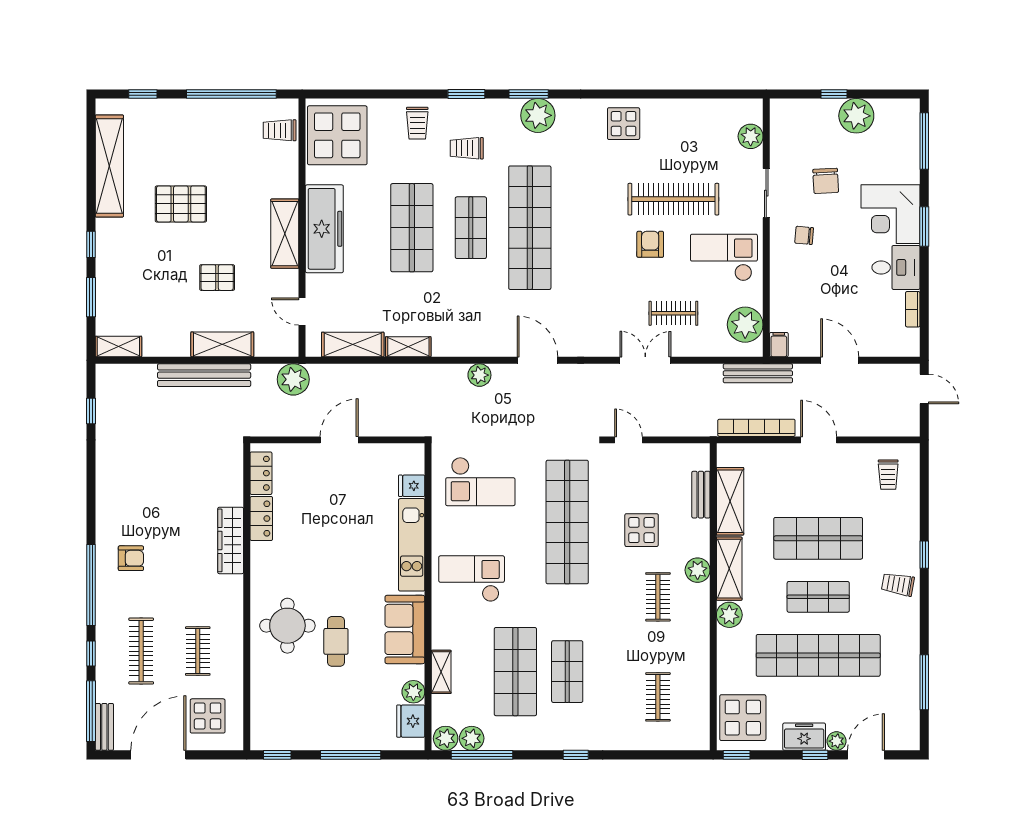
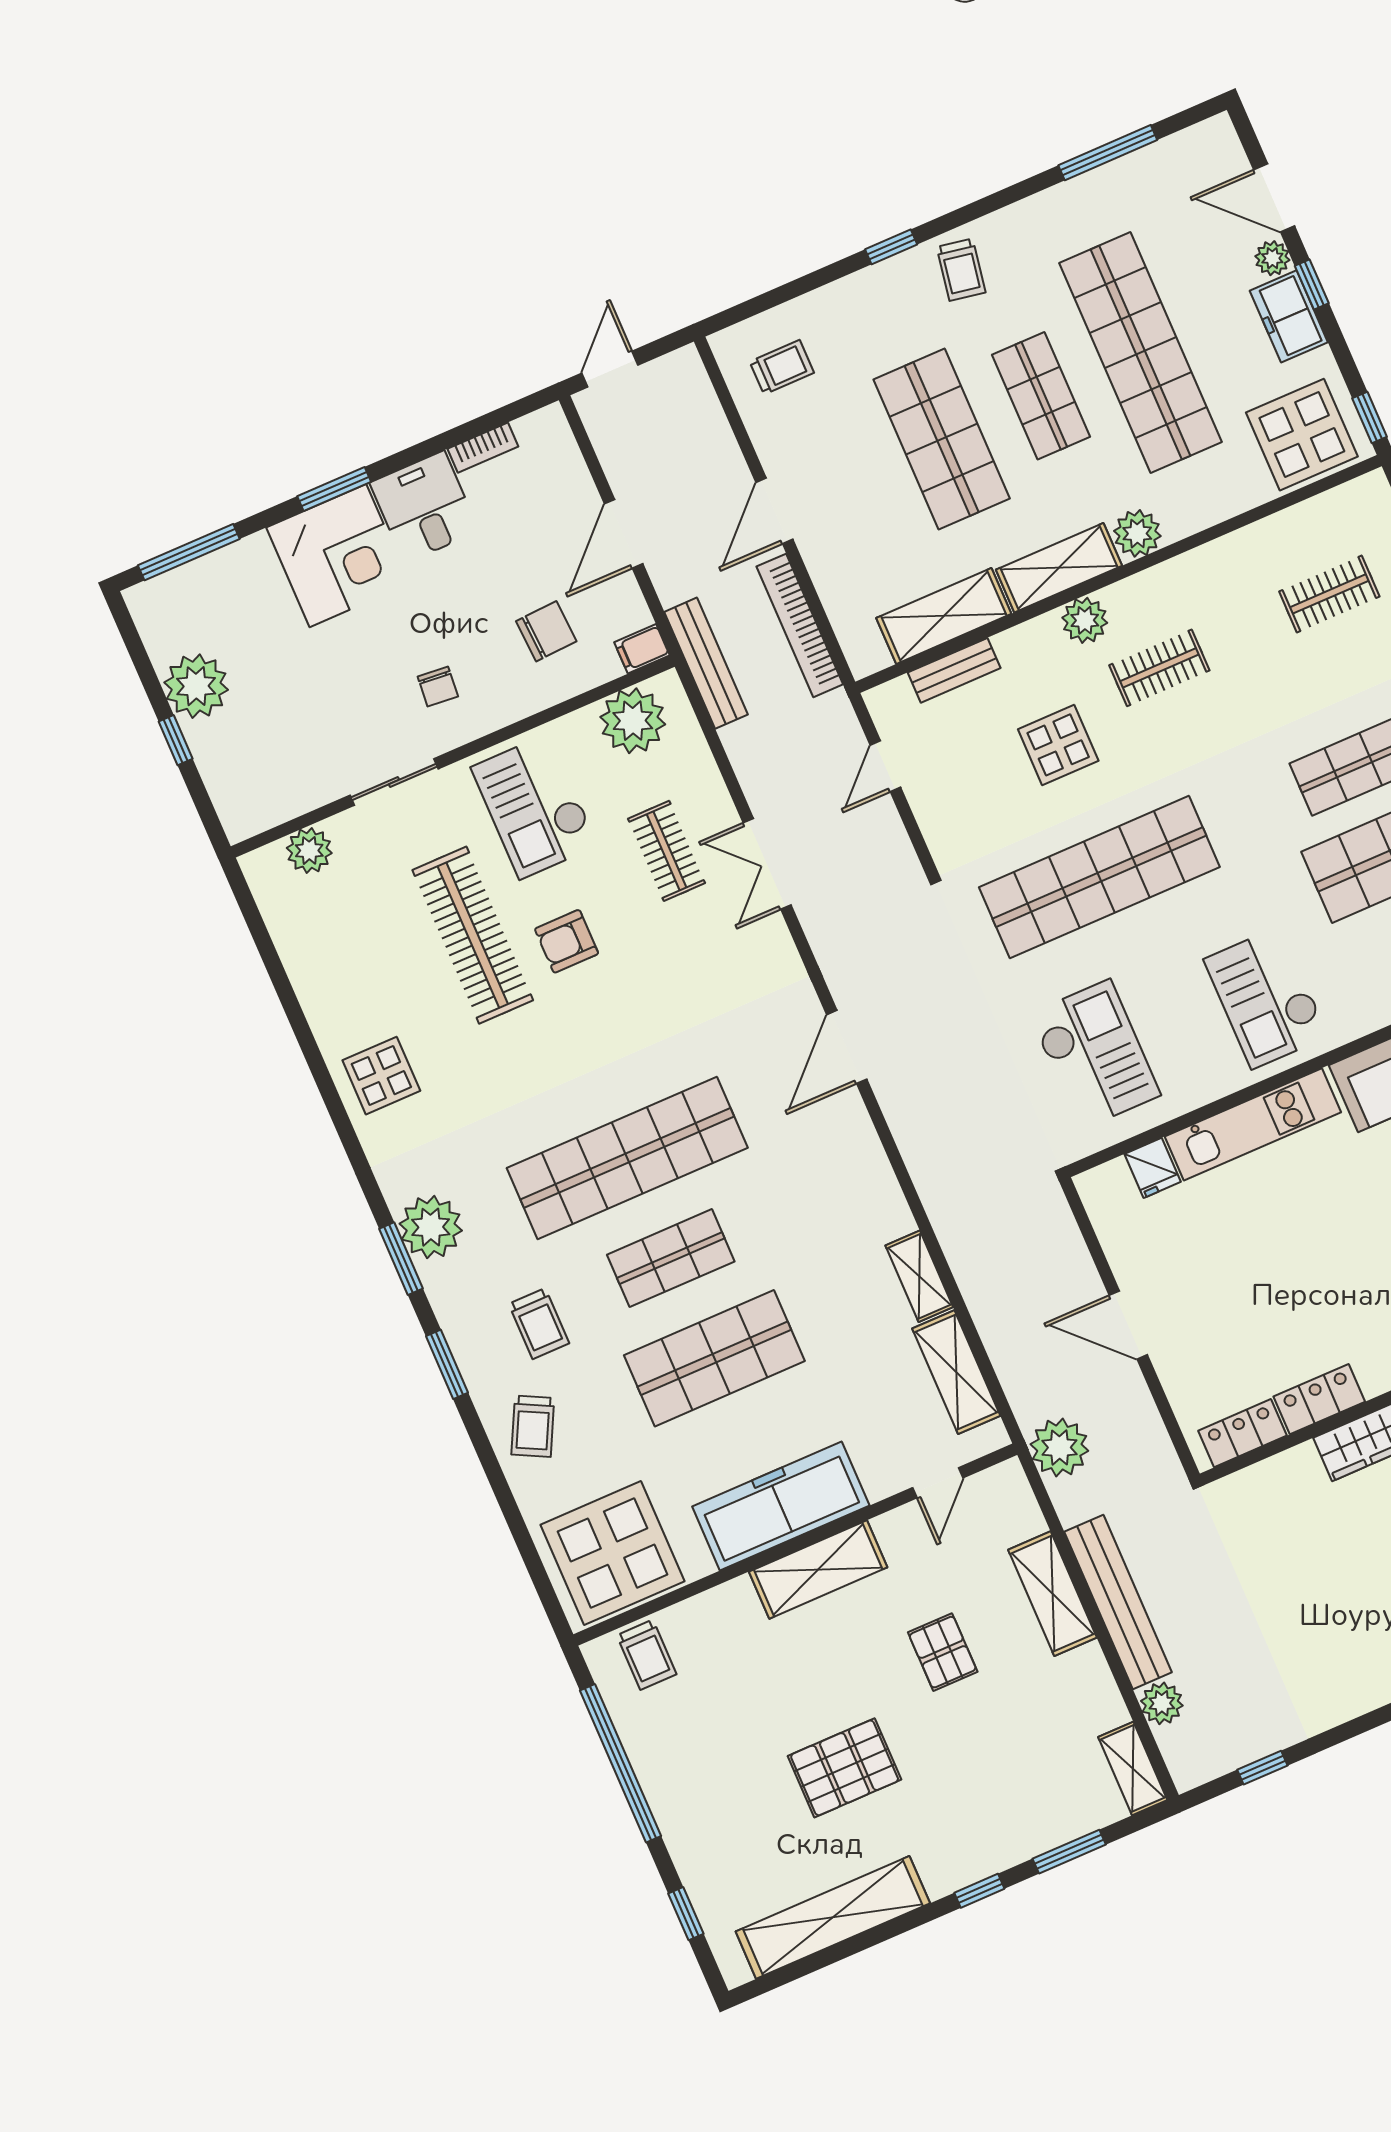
trolley: (417, 123) -> (533, 1426), turned 117
chair: (826, 181) -> (546, 631), moved
pallet: (181, 204) -> (845, 1768), turned 90
plant: (479, 375) -> (1162, 1703), moved
door: (628, 440) -> (885, 766), moved

